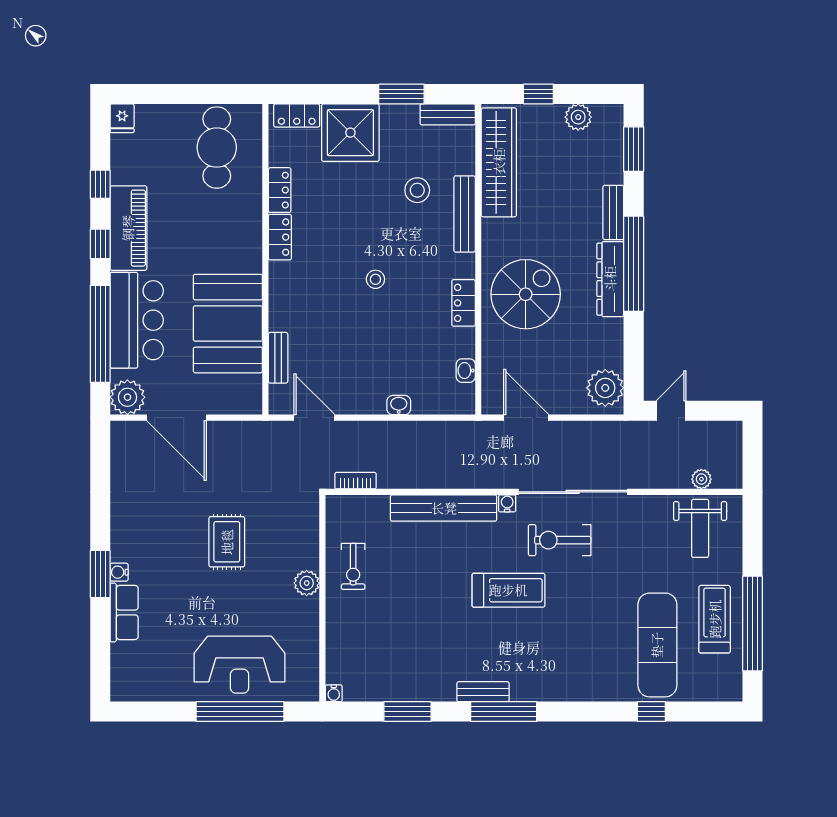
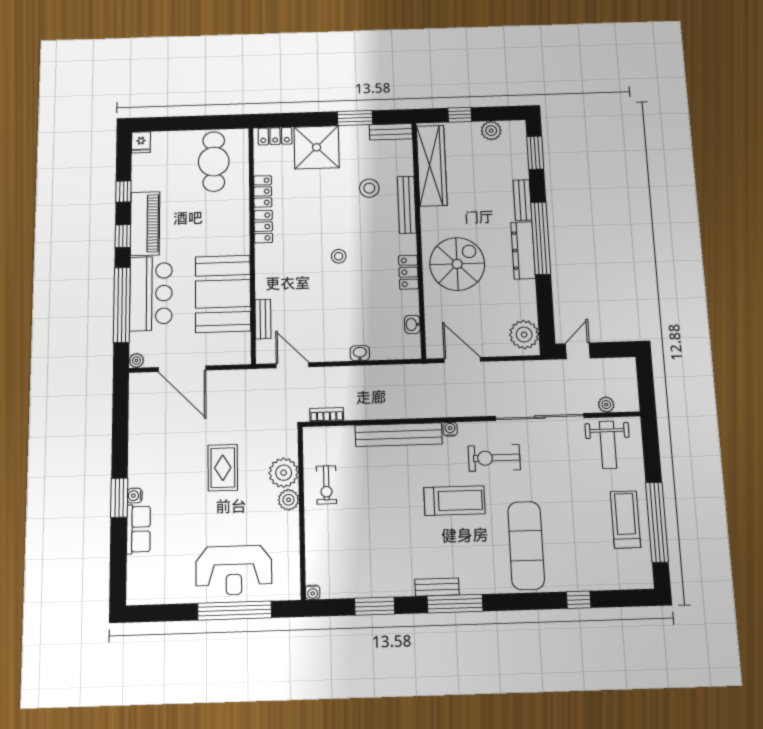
plant: (127, 397) -> (136, 360), width x0.53, depth x0.53
sliding door: (573, 492) -> (540, 417), moved
plant: (301, 550) -> (284, 473), added
exercise mat: (657, 645) -> (526, 545), moved

